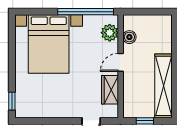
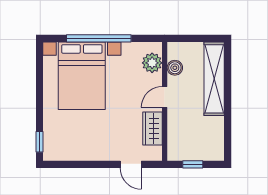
window: (86, 12) -> (99, 38), moved
shelving: (163, 86) -> (214, 79), moved

